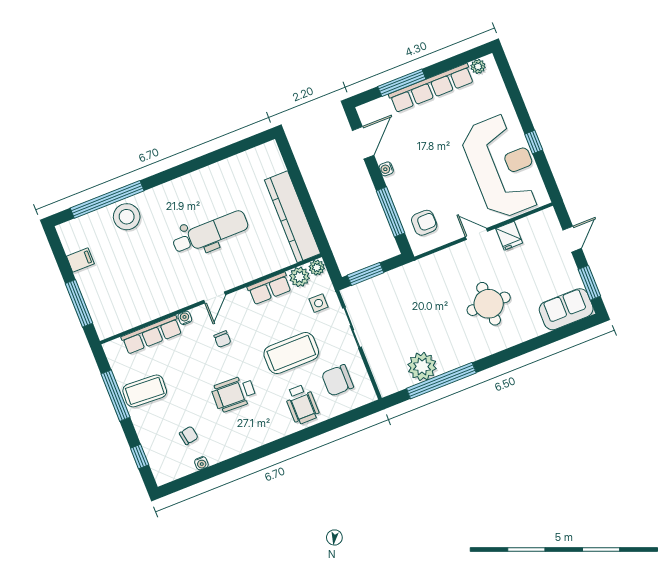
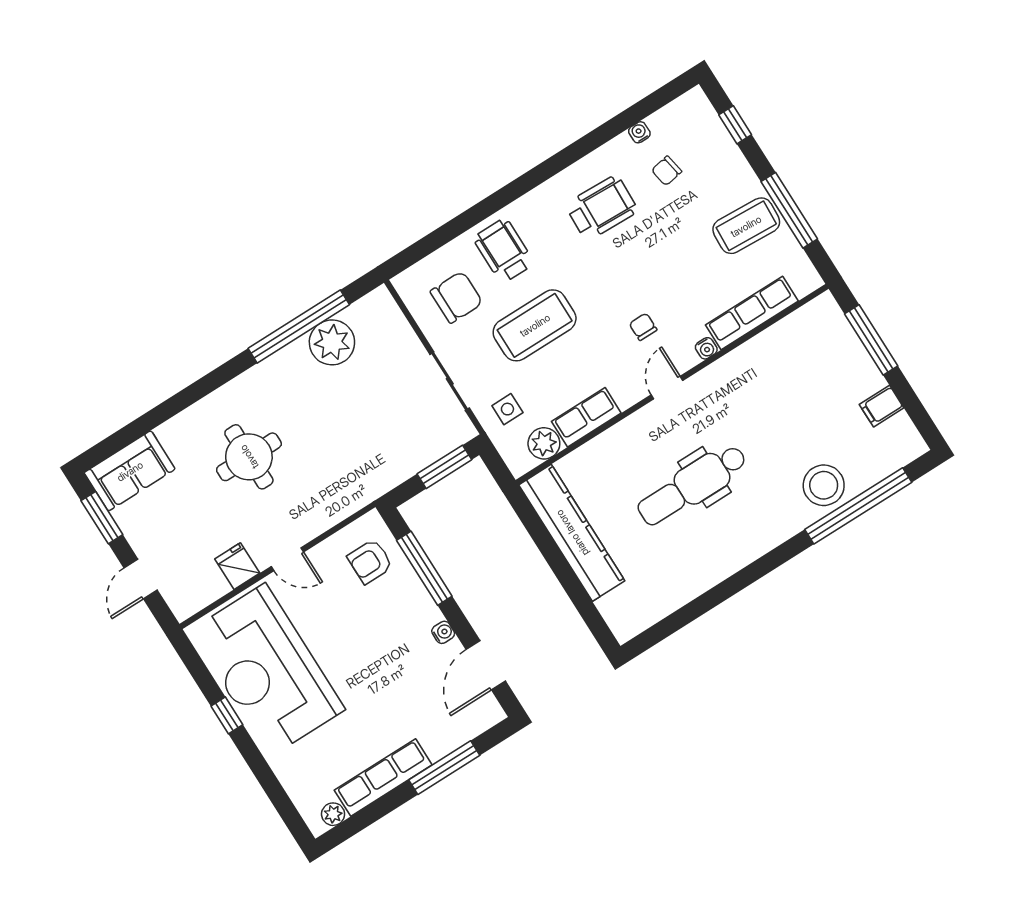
row of seats: (431, 88) -> (383, 778), width x0.73
plant: (317, 268) -> (520, 463), removed
wheelchair: (234, 394) -> (602, 208), moved

